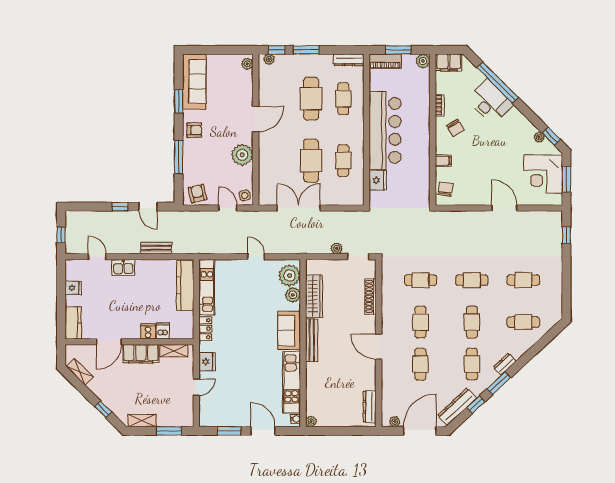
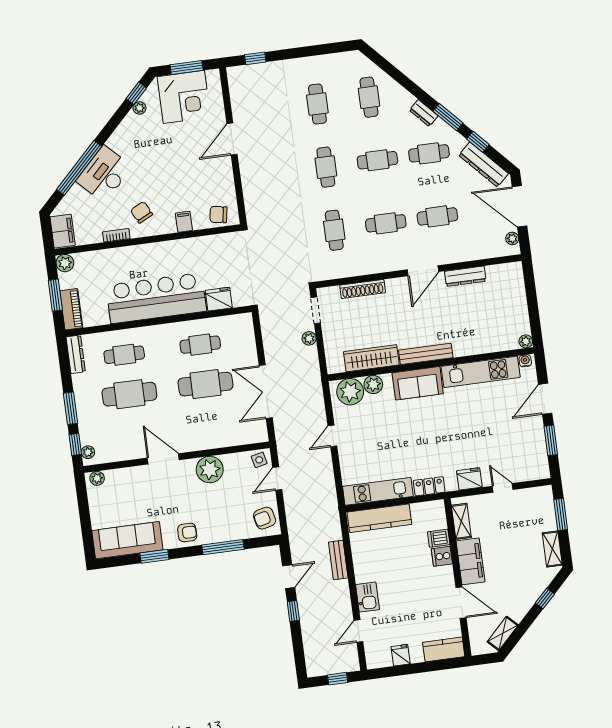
chair: (455, 128) -> (142, 212), turned -86
armchair: (194, 130) -> (187, 533), turned 90
dresser: (370, 407) -> (465, 276), moved

